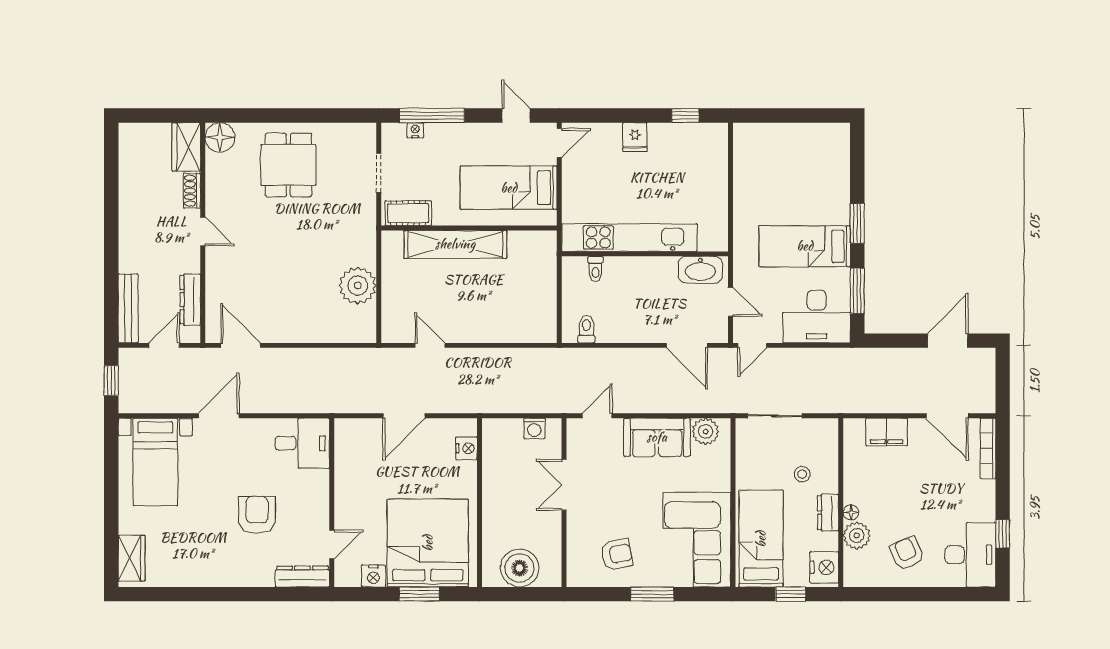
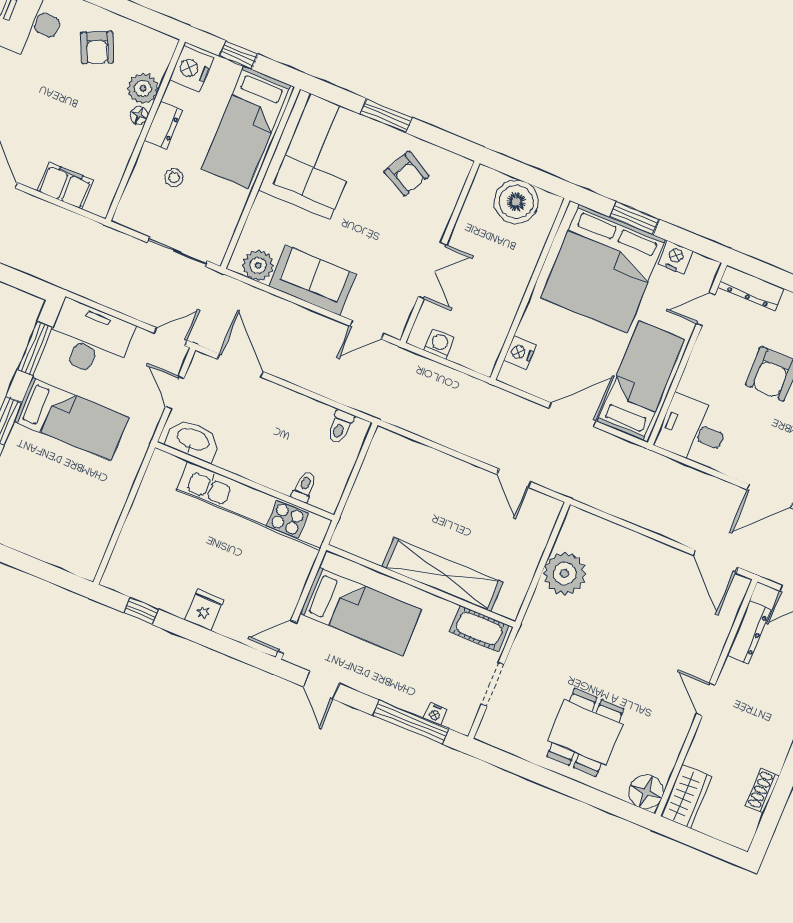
shoe rack: (192, 191) -> (763, 791), moved, turned 180
bed: (360, 466) -> (641, 381), added
armchair: (617, 554) -> (407, 174), turned -141

